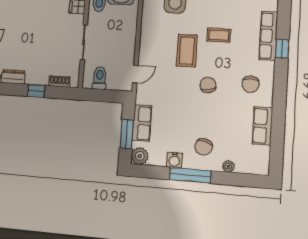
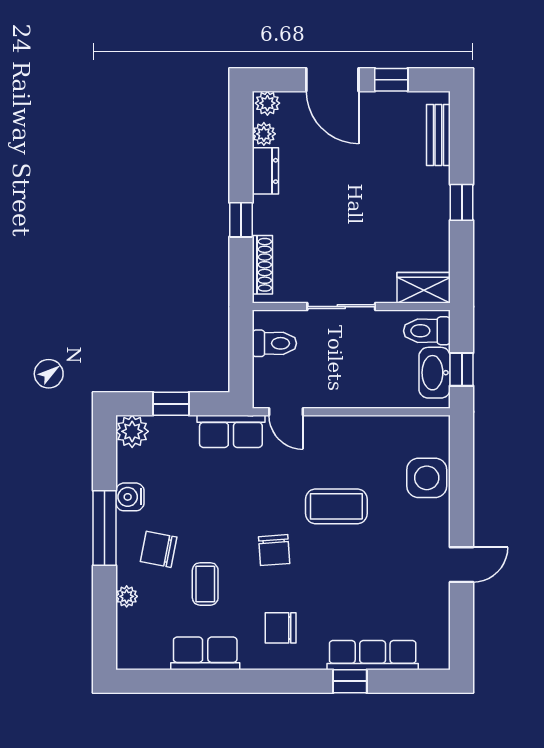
coffee table: (219, 35) -> (205, 584), moved
shoe rack: (59, 82) -> (262, 265), width x1.43
chair: (208, 85) -> (274, 550), turned 96
row of seats: (142, 123) -> (231, 431), moved
window: (127, 134) -> (171, 404), width x0.67

